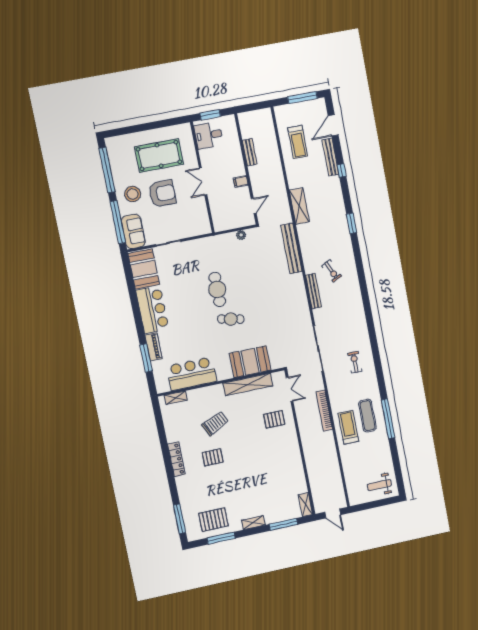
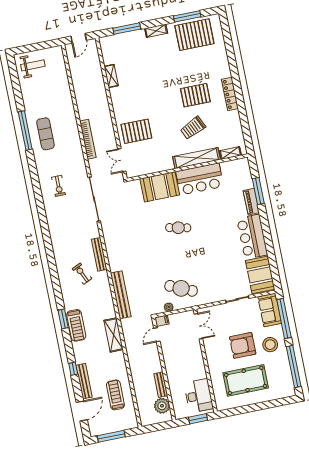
plant: (249, 130) -> (162, 406), added
desk: (209, 135) -> (199, 396), width x1.37
double door: (203, 181) -> (198, 326), moved
filing cabinet: (241, 182) -> (162, 321), moved
cafe table: (217, 289) -> (181, 288), moved, turned -66
bar counter: (192, 374) -> (200, 179), moved
shelving: (248, 384) -> (196, 158), moved
pallet: (274, 419) -> (136, 131), width x1.50, depth x1.42
treadmill: (348, 427) -> (76, 325), moved
pallet: (213, 457) -> (195, 95), width x1.50, depth x1.42
shelving: (305, 505) -> (111, 76), moved
door: (333, 513) -> (79, 38), swing flipped
window: (180, 519) -> (227, 36), removed
pallet: (214, 520) -> (194, 35), width x1.37, depth x1.41

